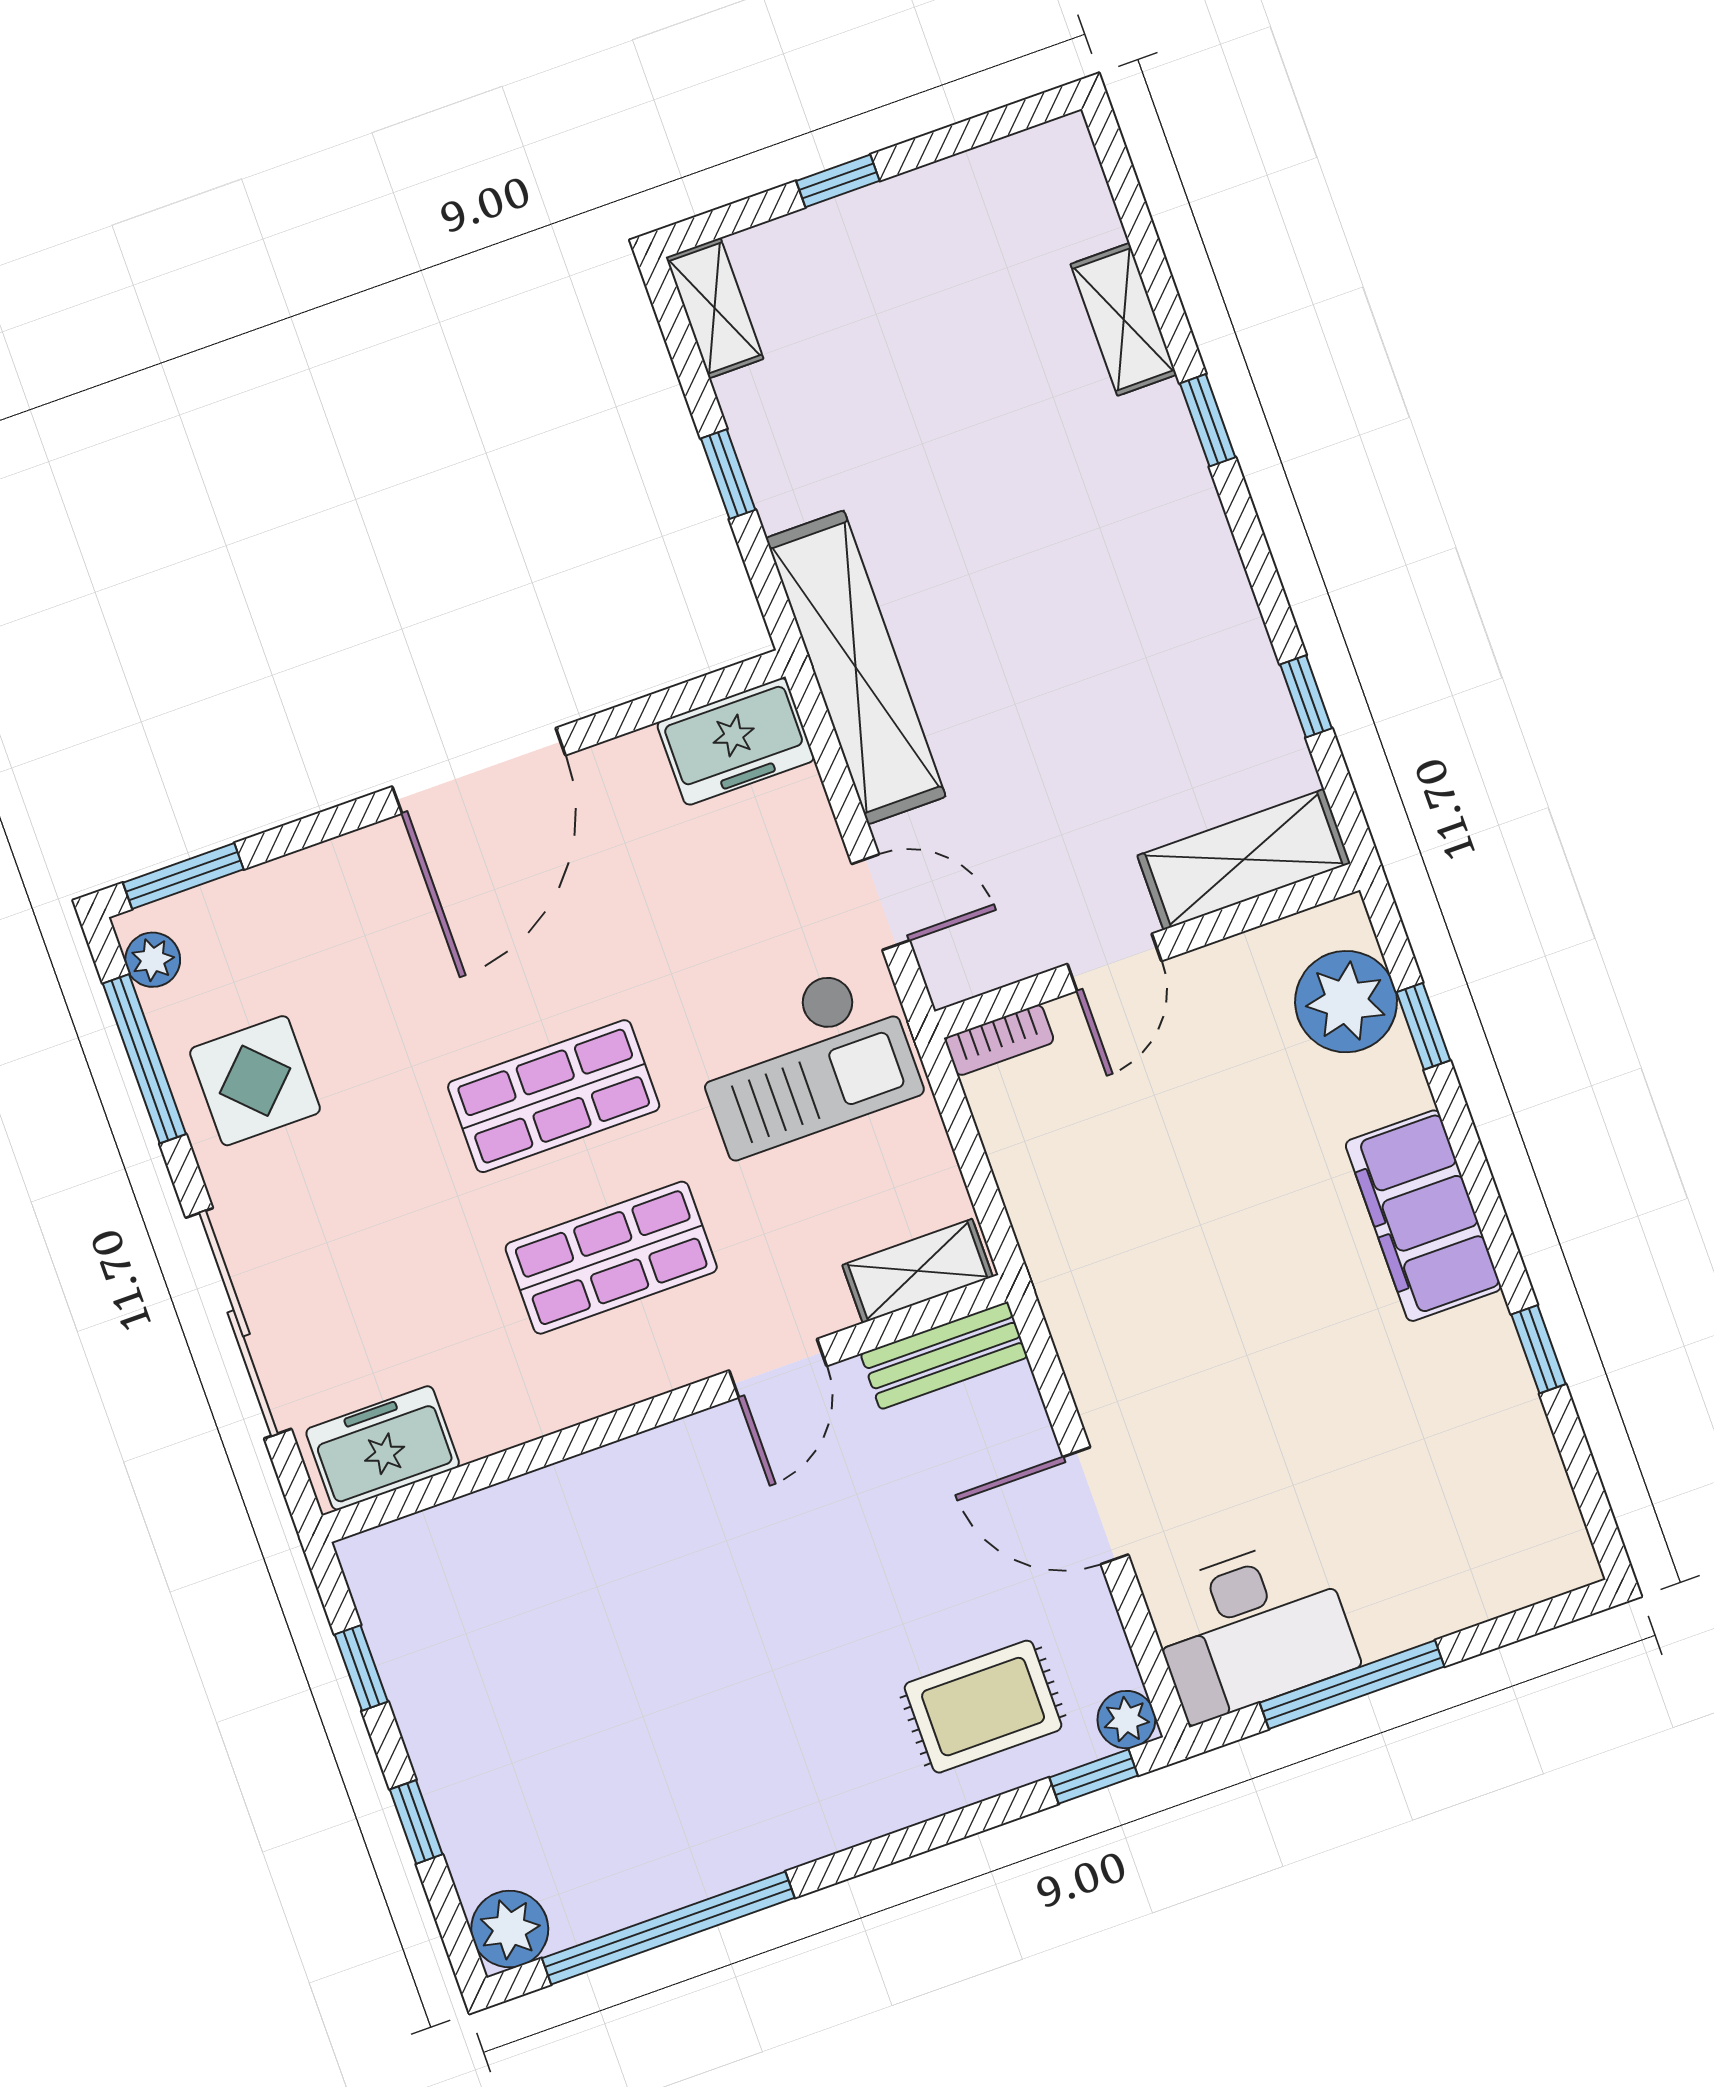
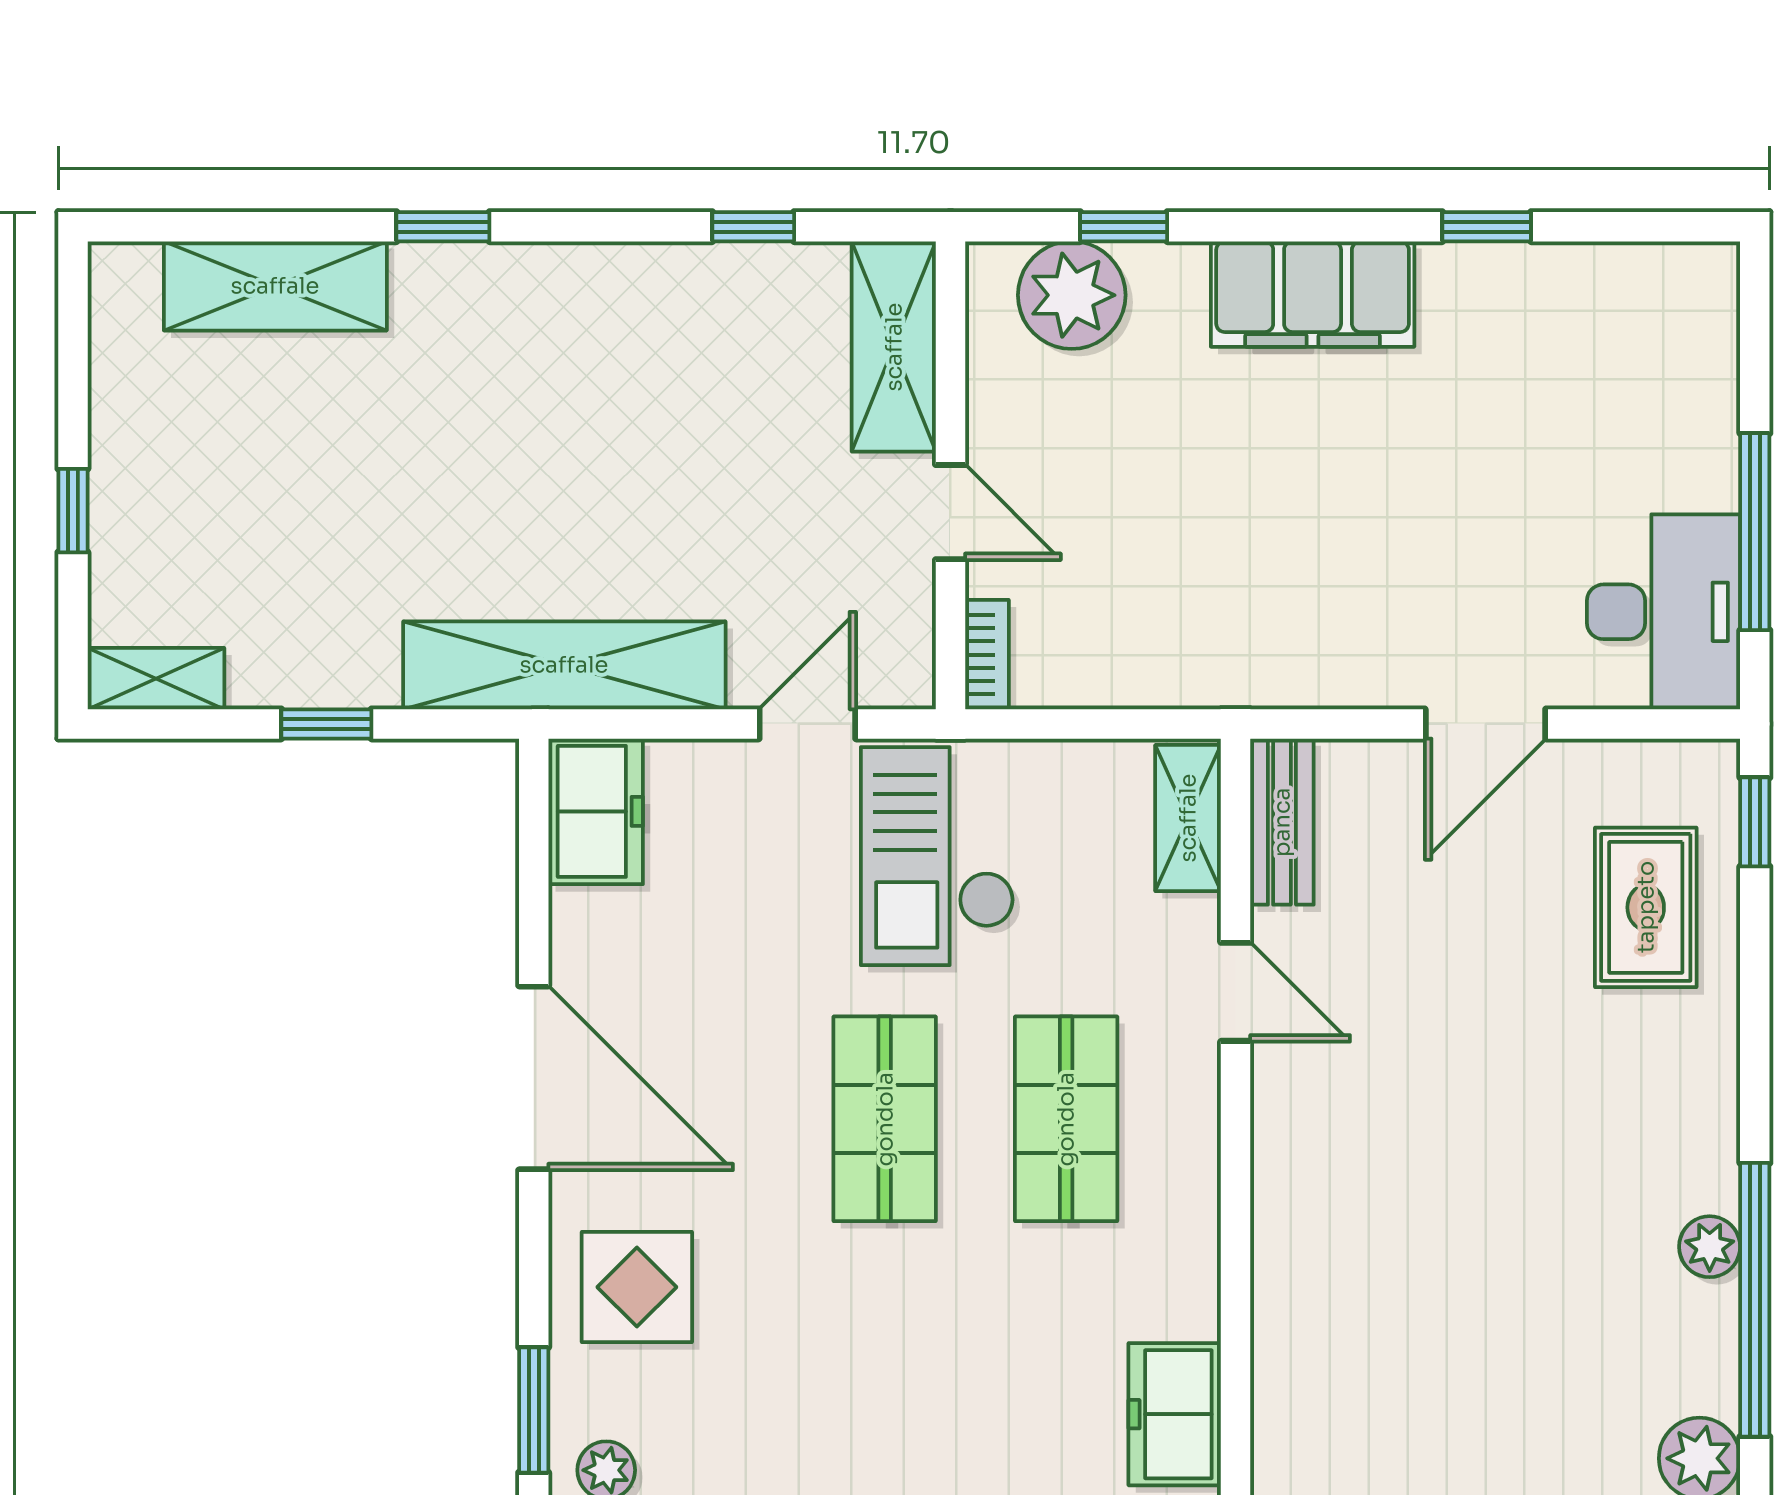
shelving: (1124, 319) -> (275, 286), width x1.50, depth x1.33
checkout: (804, 1060) -> (937, 856), turned 180
display table: (255, 1081) -> (637, 1287), moved
plant: (1126, 1720) -> (1710, 1247), moved

